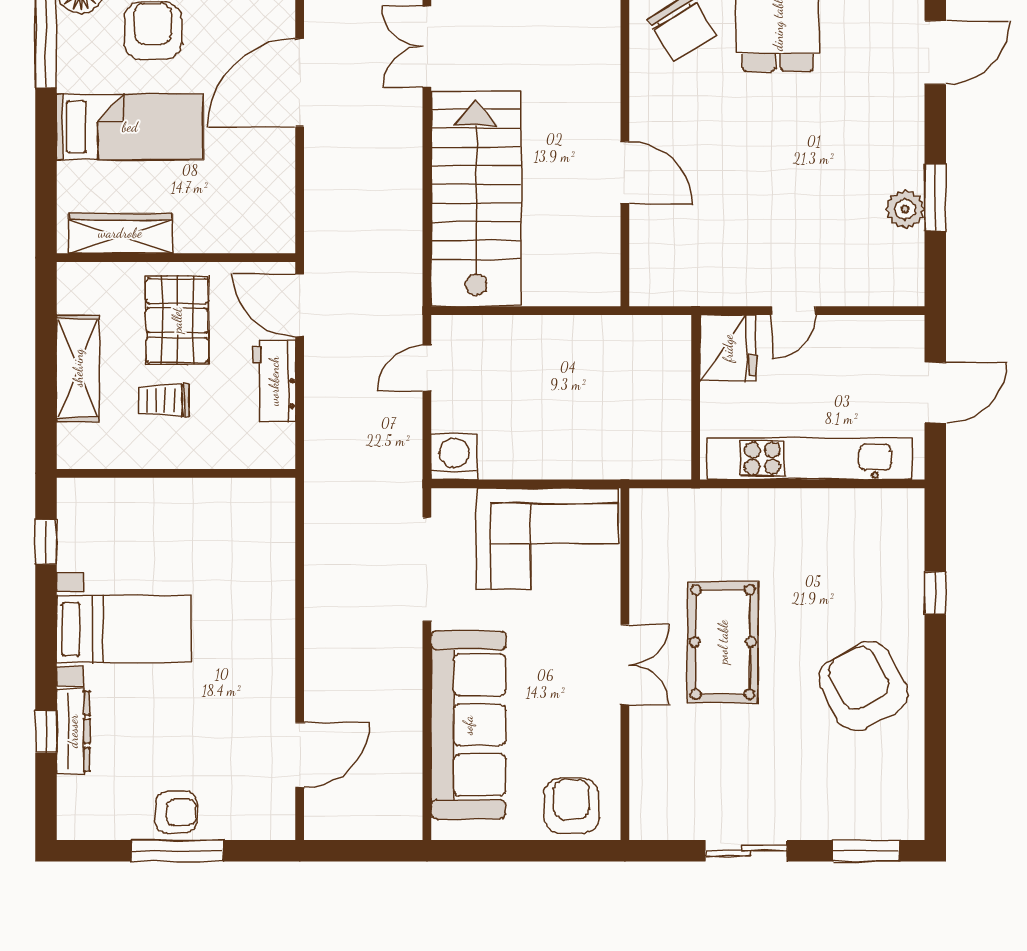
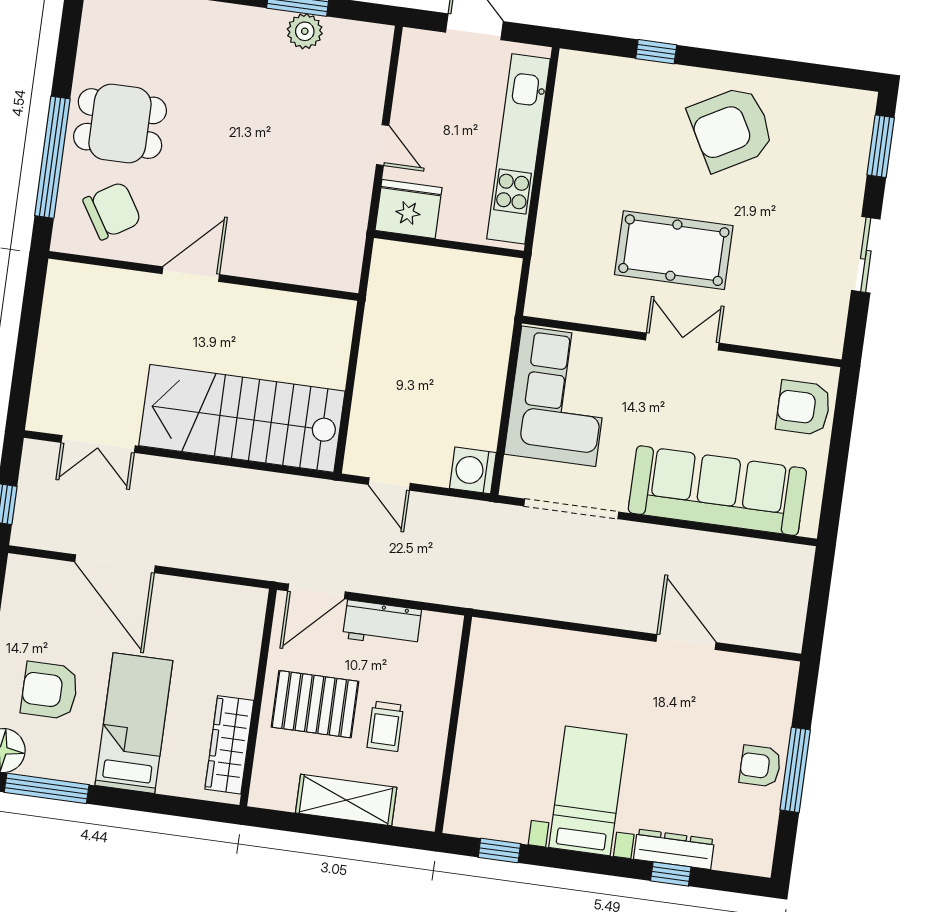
door: (625, 173) -> (191, 274), moved
door: (300, 755) -> (686, 642), moved
armchair: (176, 812) -> (760, 766), turned -90

